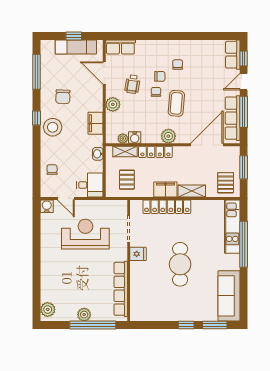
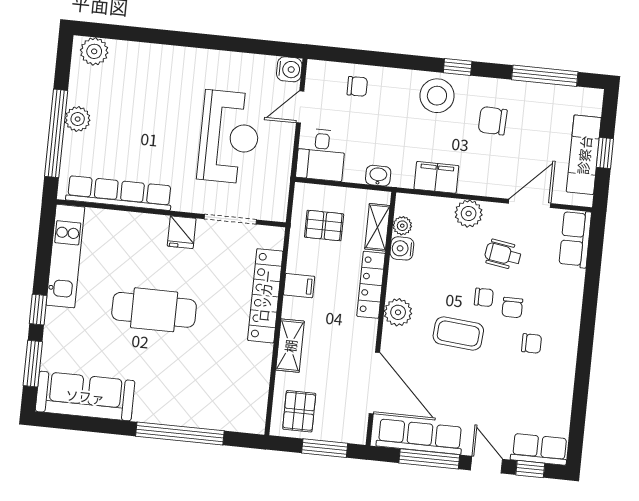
pallet: (226, 183) -> (299, 411), turned 90
filing cabinet: (165, 189) -> (299, 286), width x0.50
kitchen unit: (232, 227) -> (65, 256), moved, turned 90

